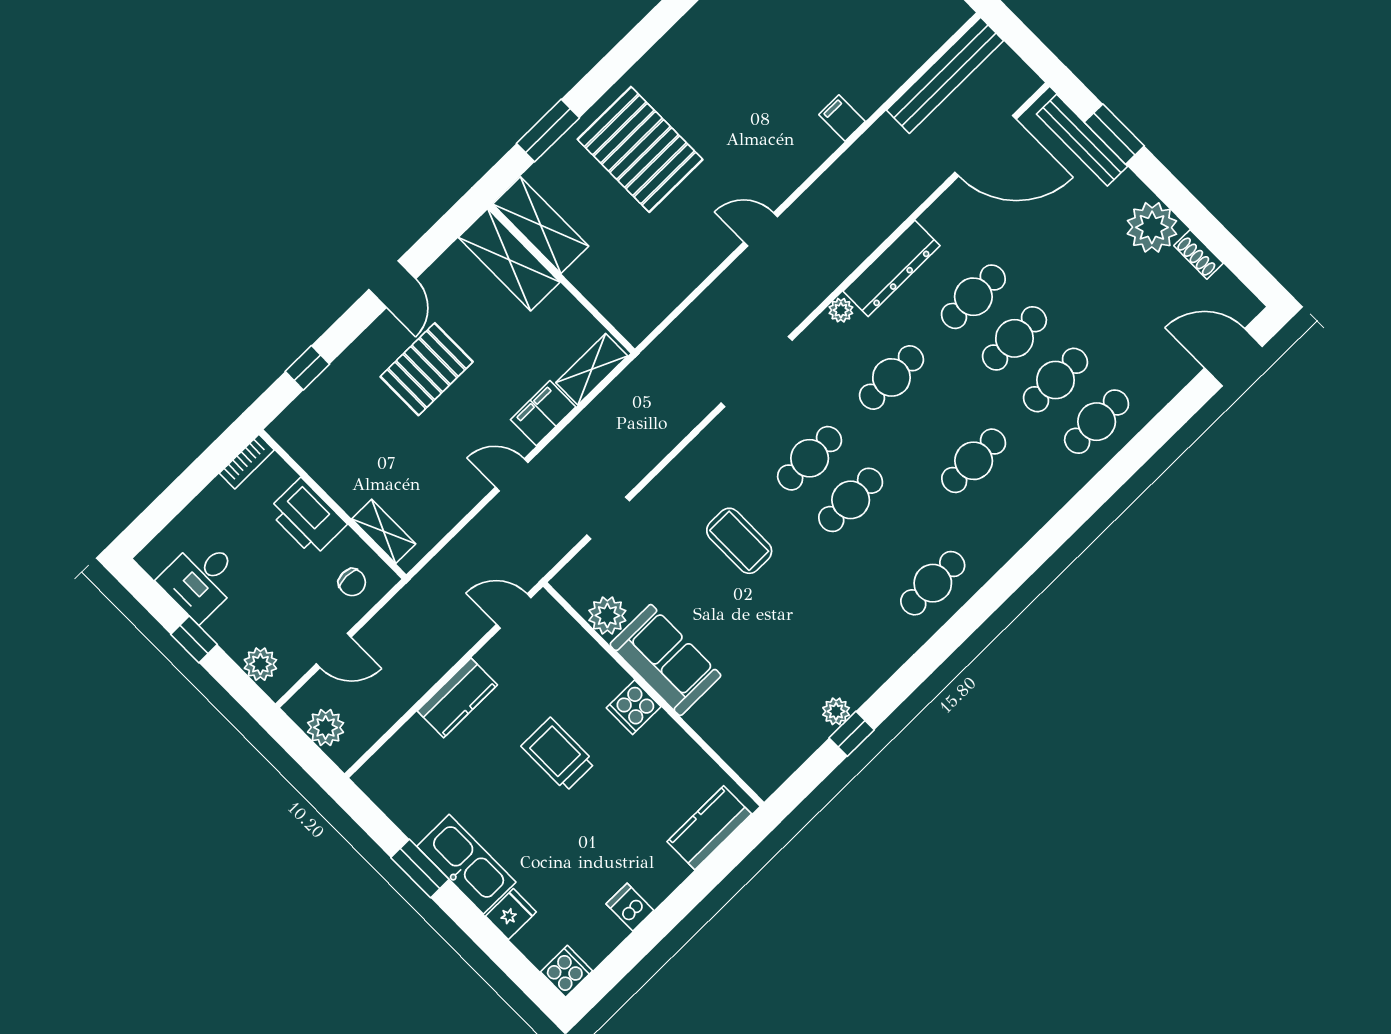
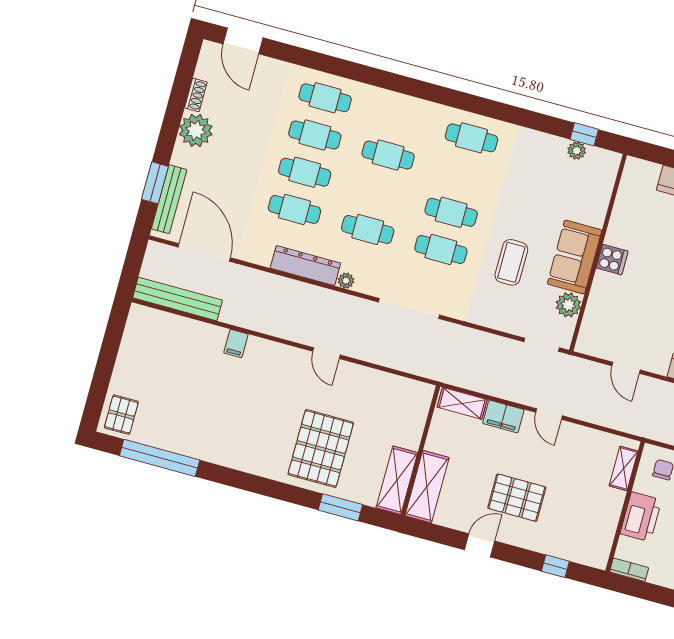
plant: (607, 616) -> (568, 305), moved
sofa: (665, 660) -> (575, 257), moved
wall: (653, 694) -> (598, 252), moved
cooker: (634, 707) -> (612, 260), moved

